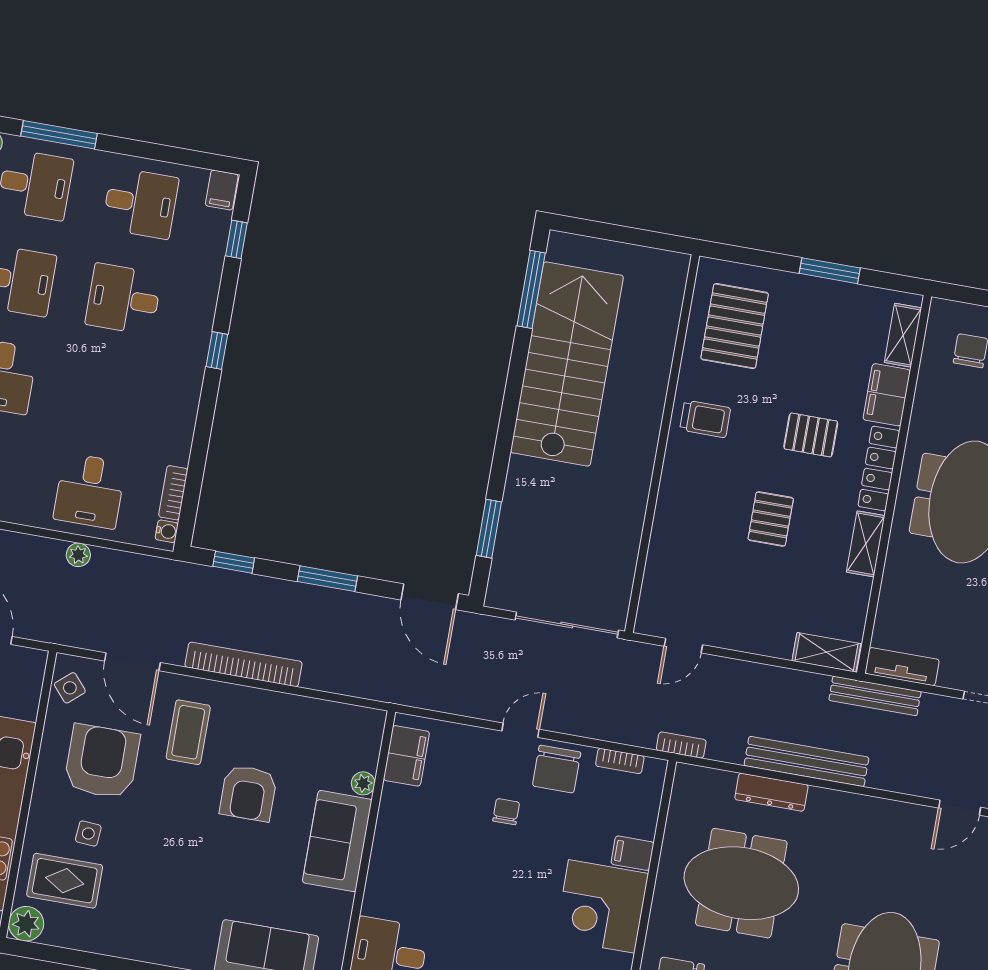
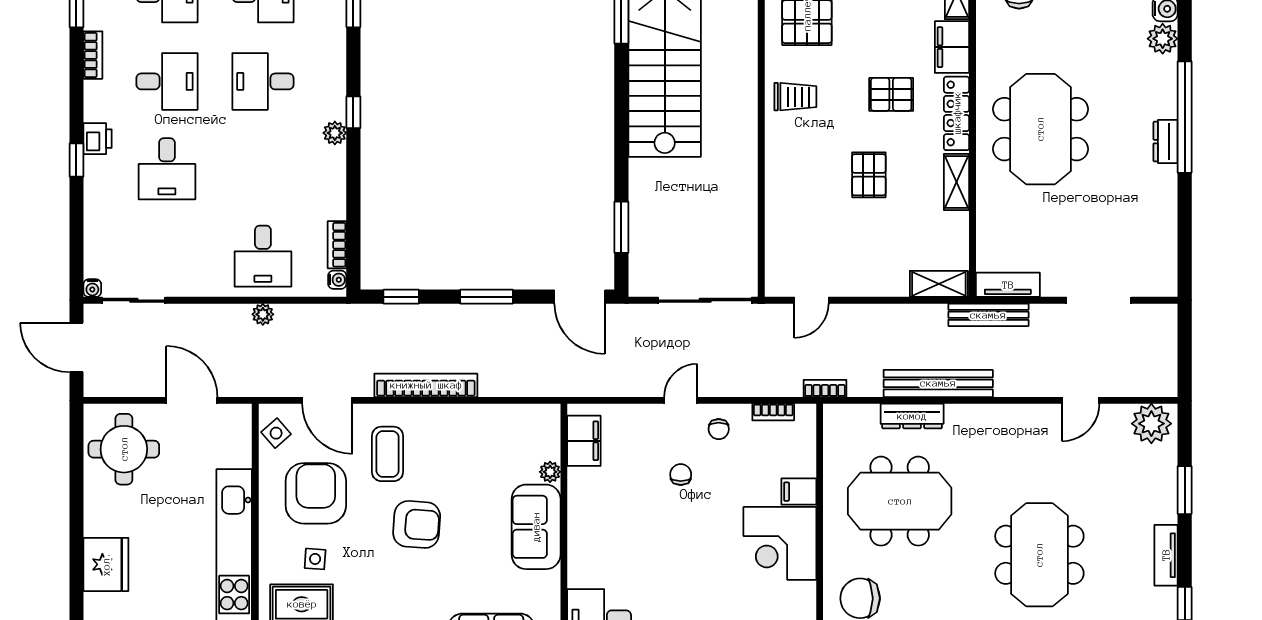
plant: (192, 370) -> (335, 133), added
chair: (557, 769) -> (719, 429), width x0.54, depth x0.54
armchair: (248, 793) -> (417, 524), moved, turned -86

